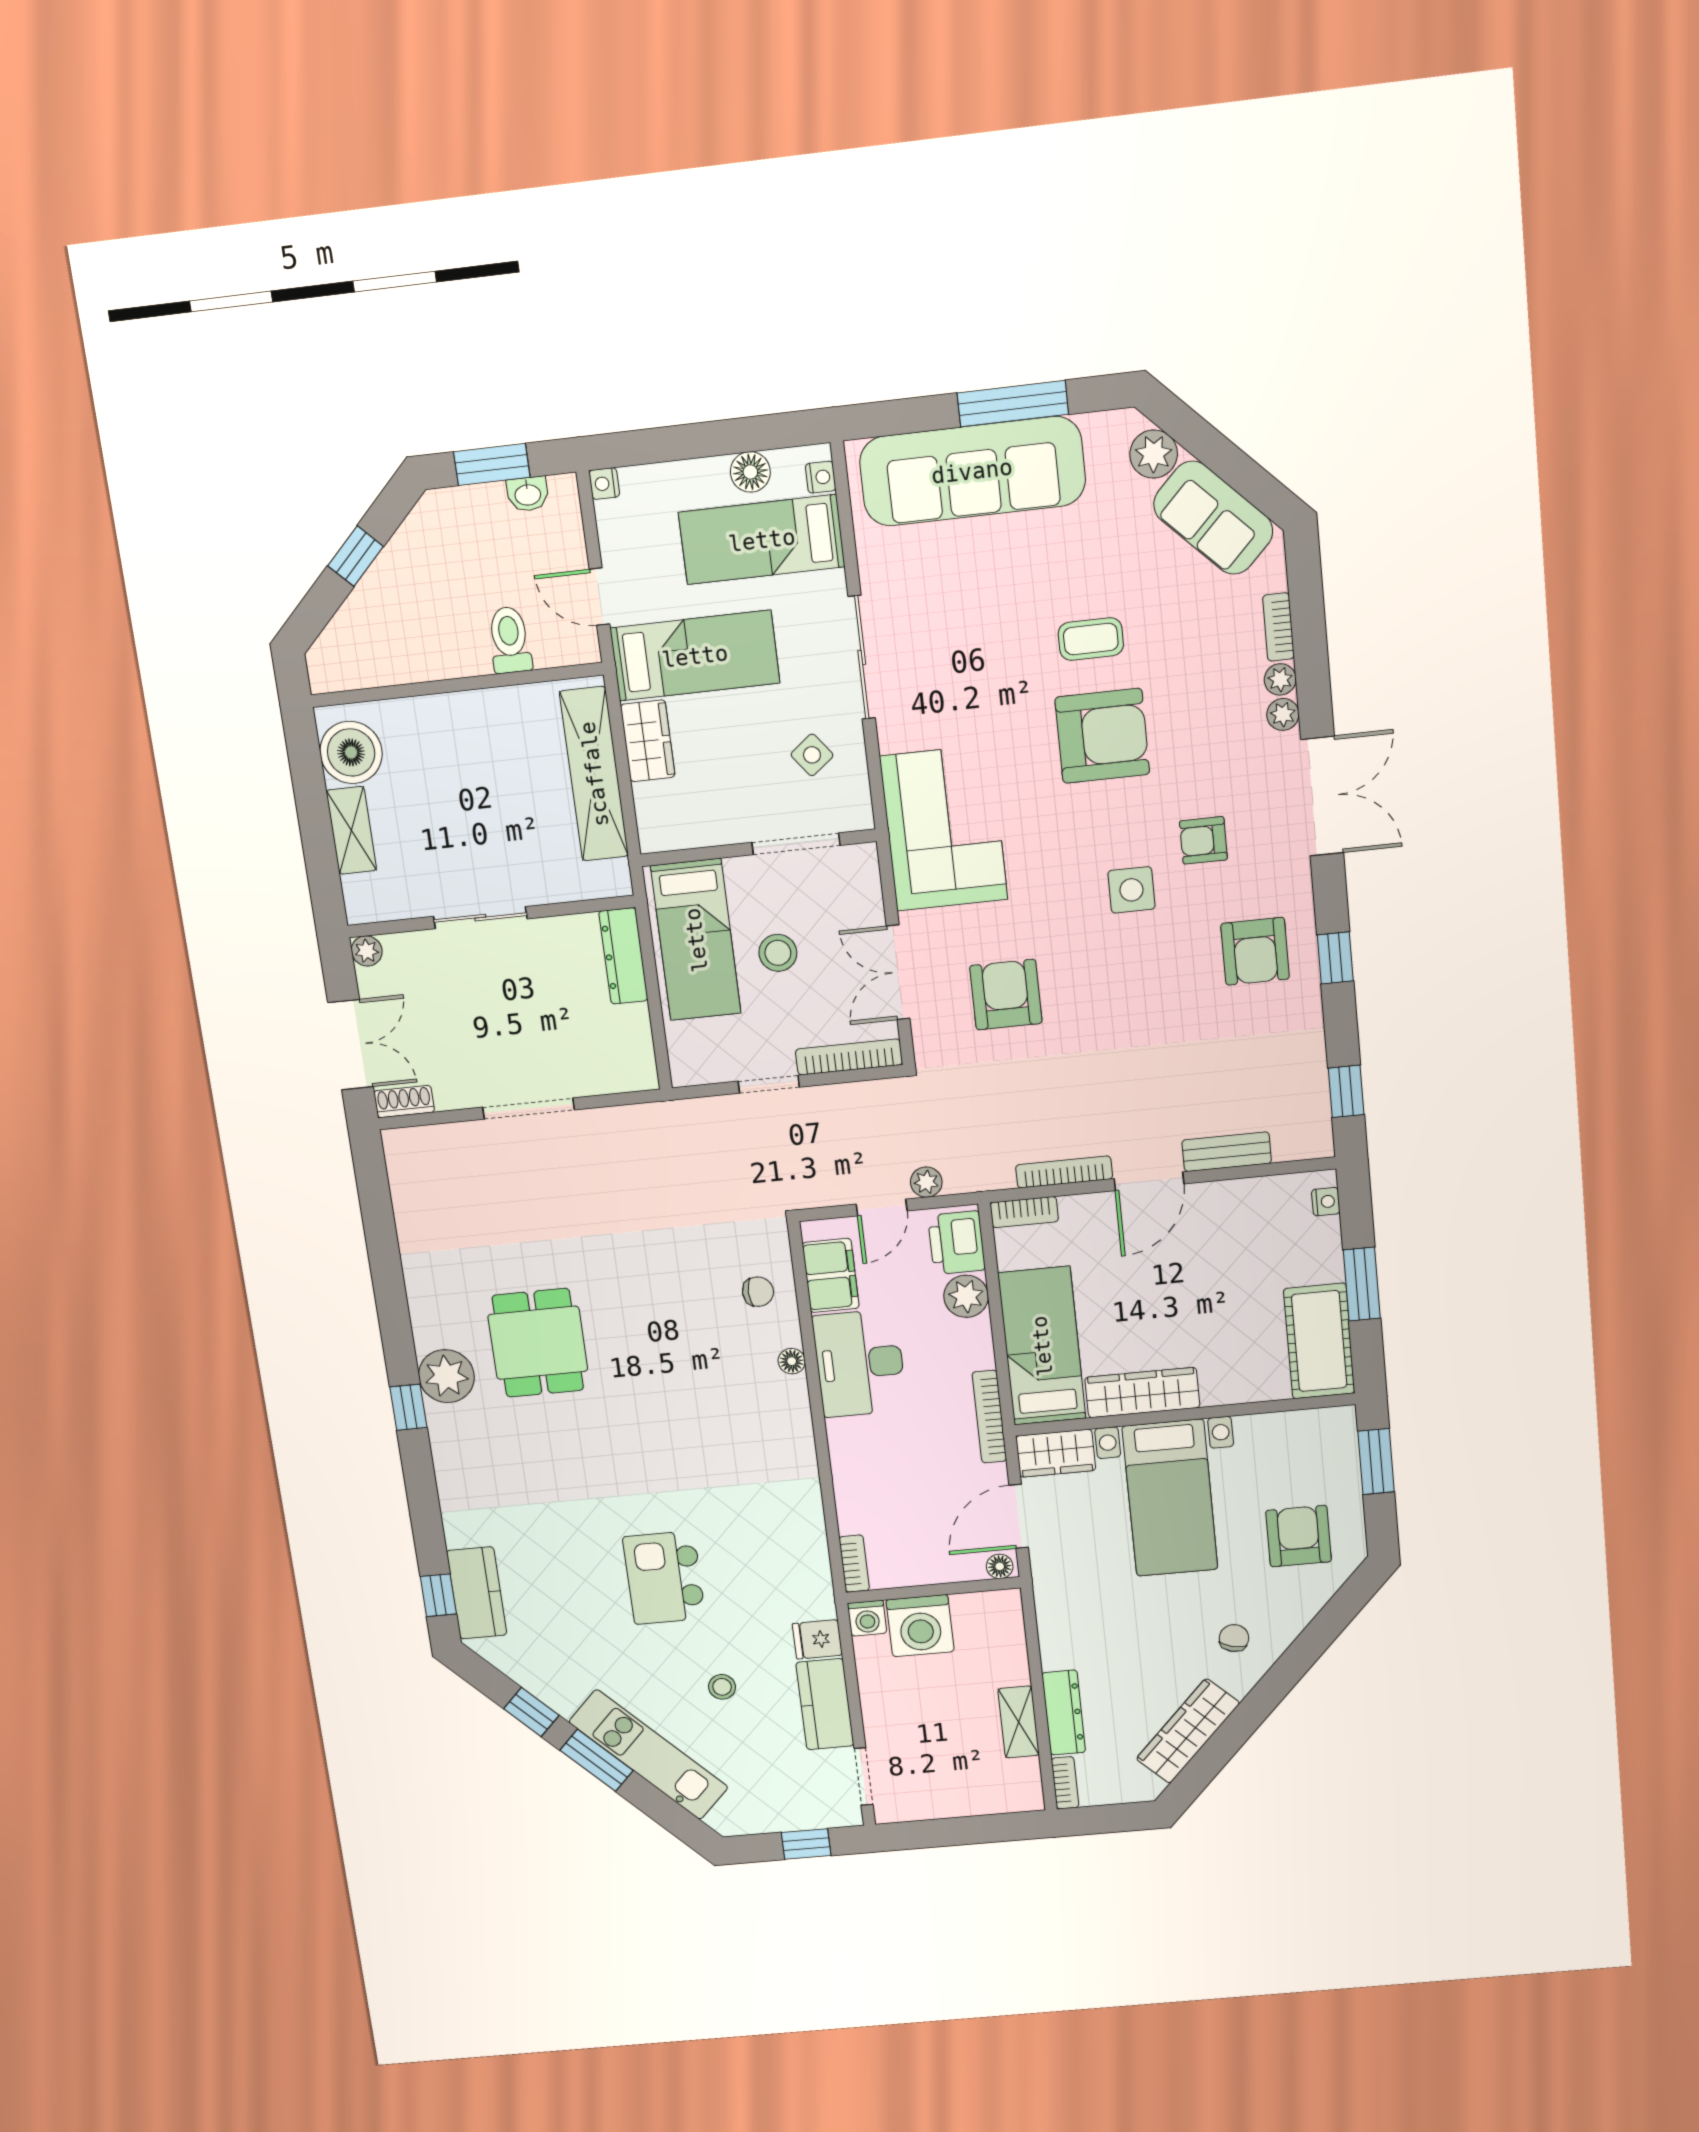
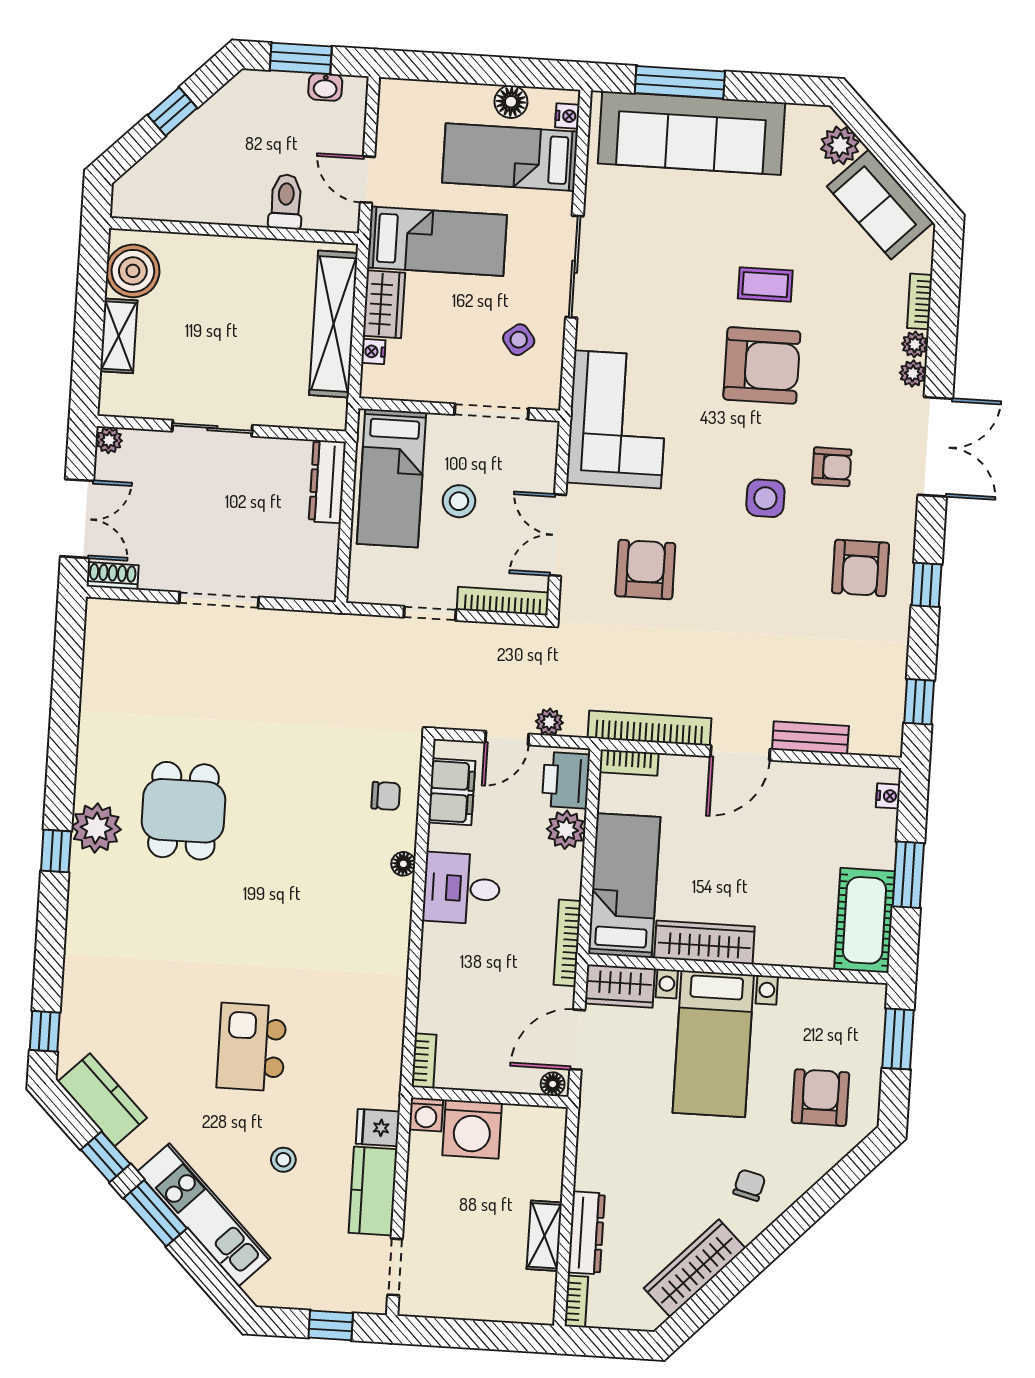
window: (1013, 404) -> (680, 82), moved
nightstand: (604, 484) -> (373, 352), moved
armchair: (1203, 840) -> (832, 467), turned 180
bookcase: (1064, 1172) -> (649, 728), width x1.48, depth x1.31
desk: (860, 1363) -> (462, 888), width x0.73
kitchen counter: (477, 1593) -> (102, 1100), moved, turned -45

